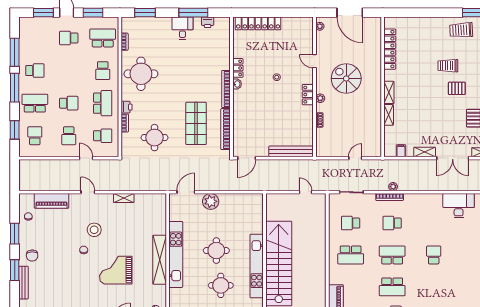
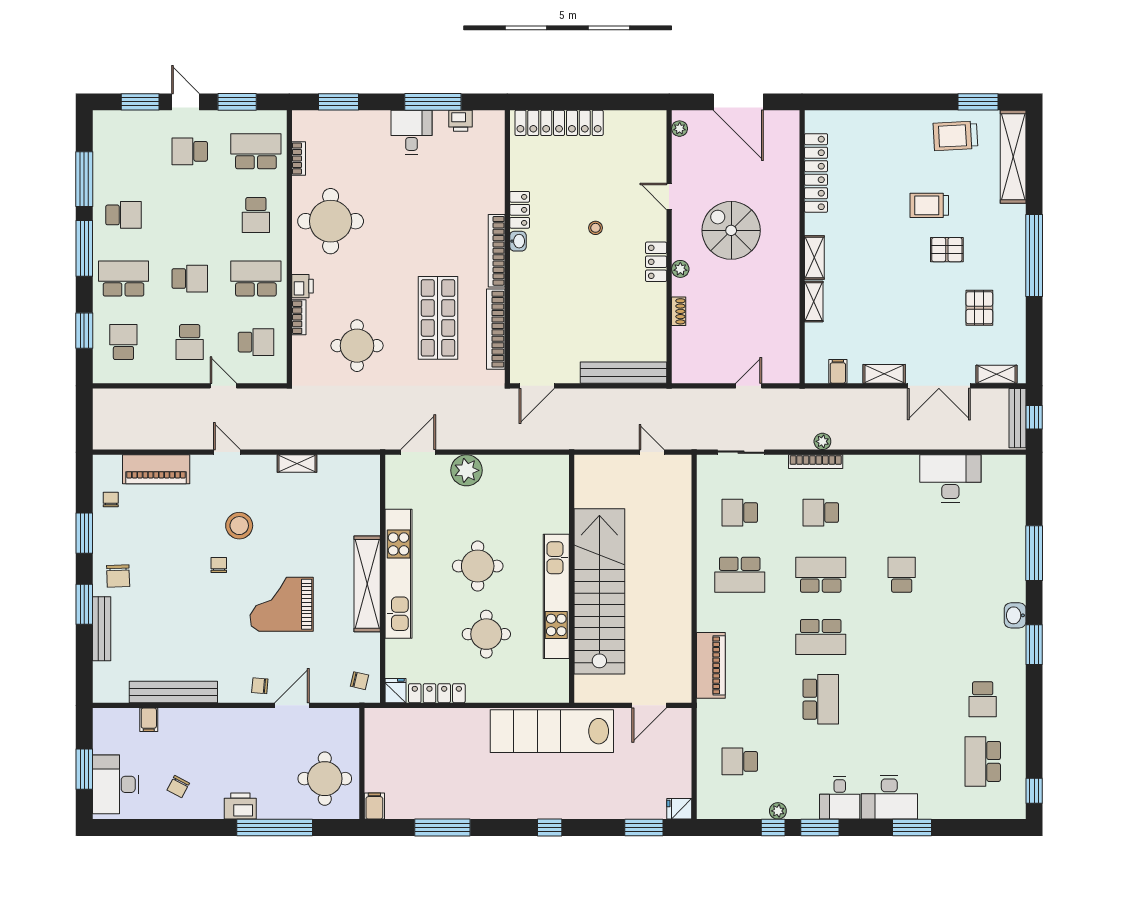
school desk: (103, 103) -> (256, 279), turned -90

